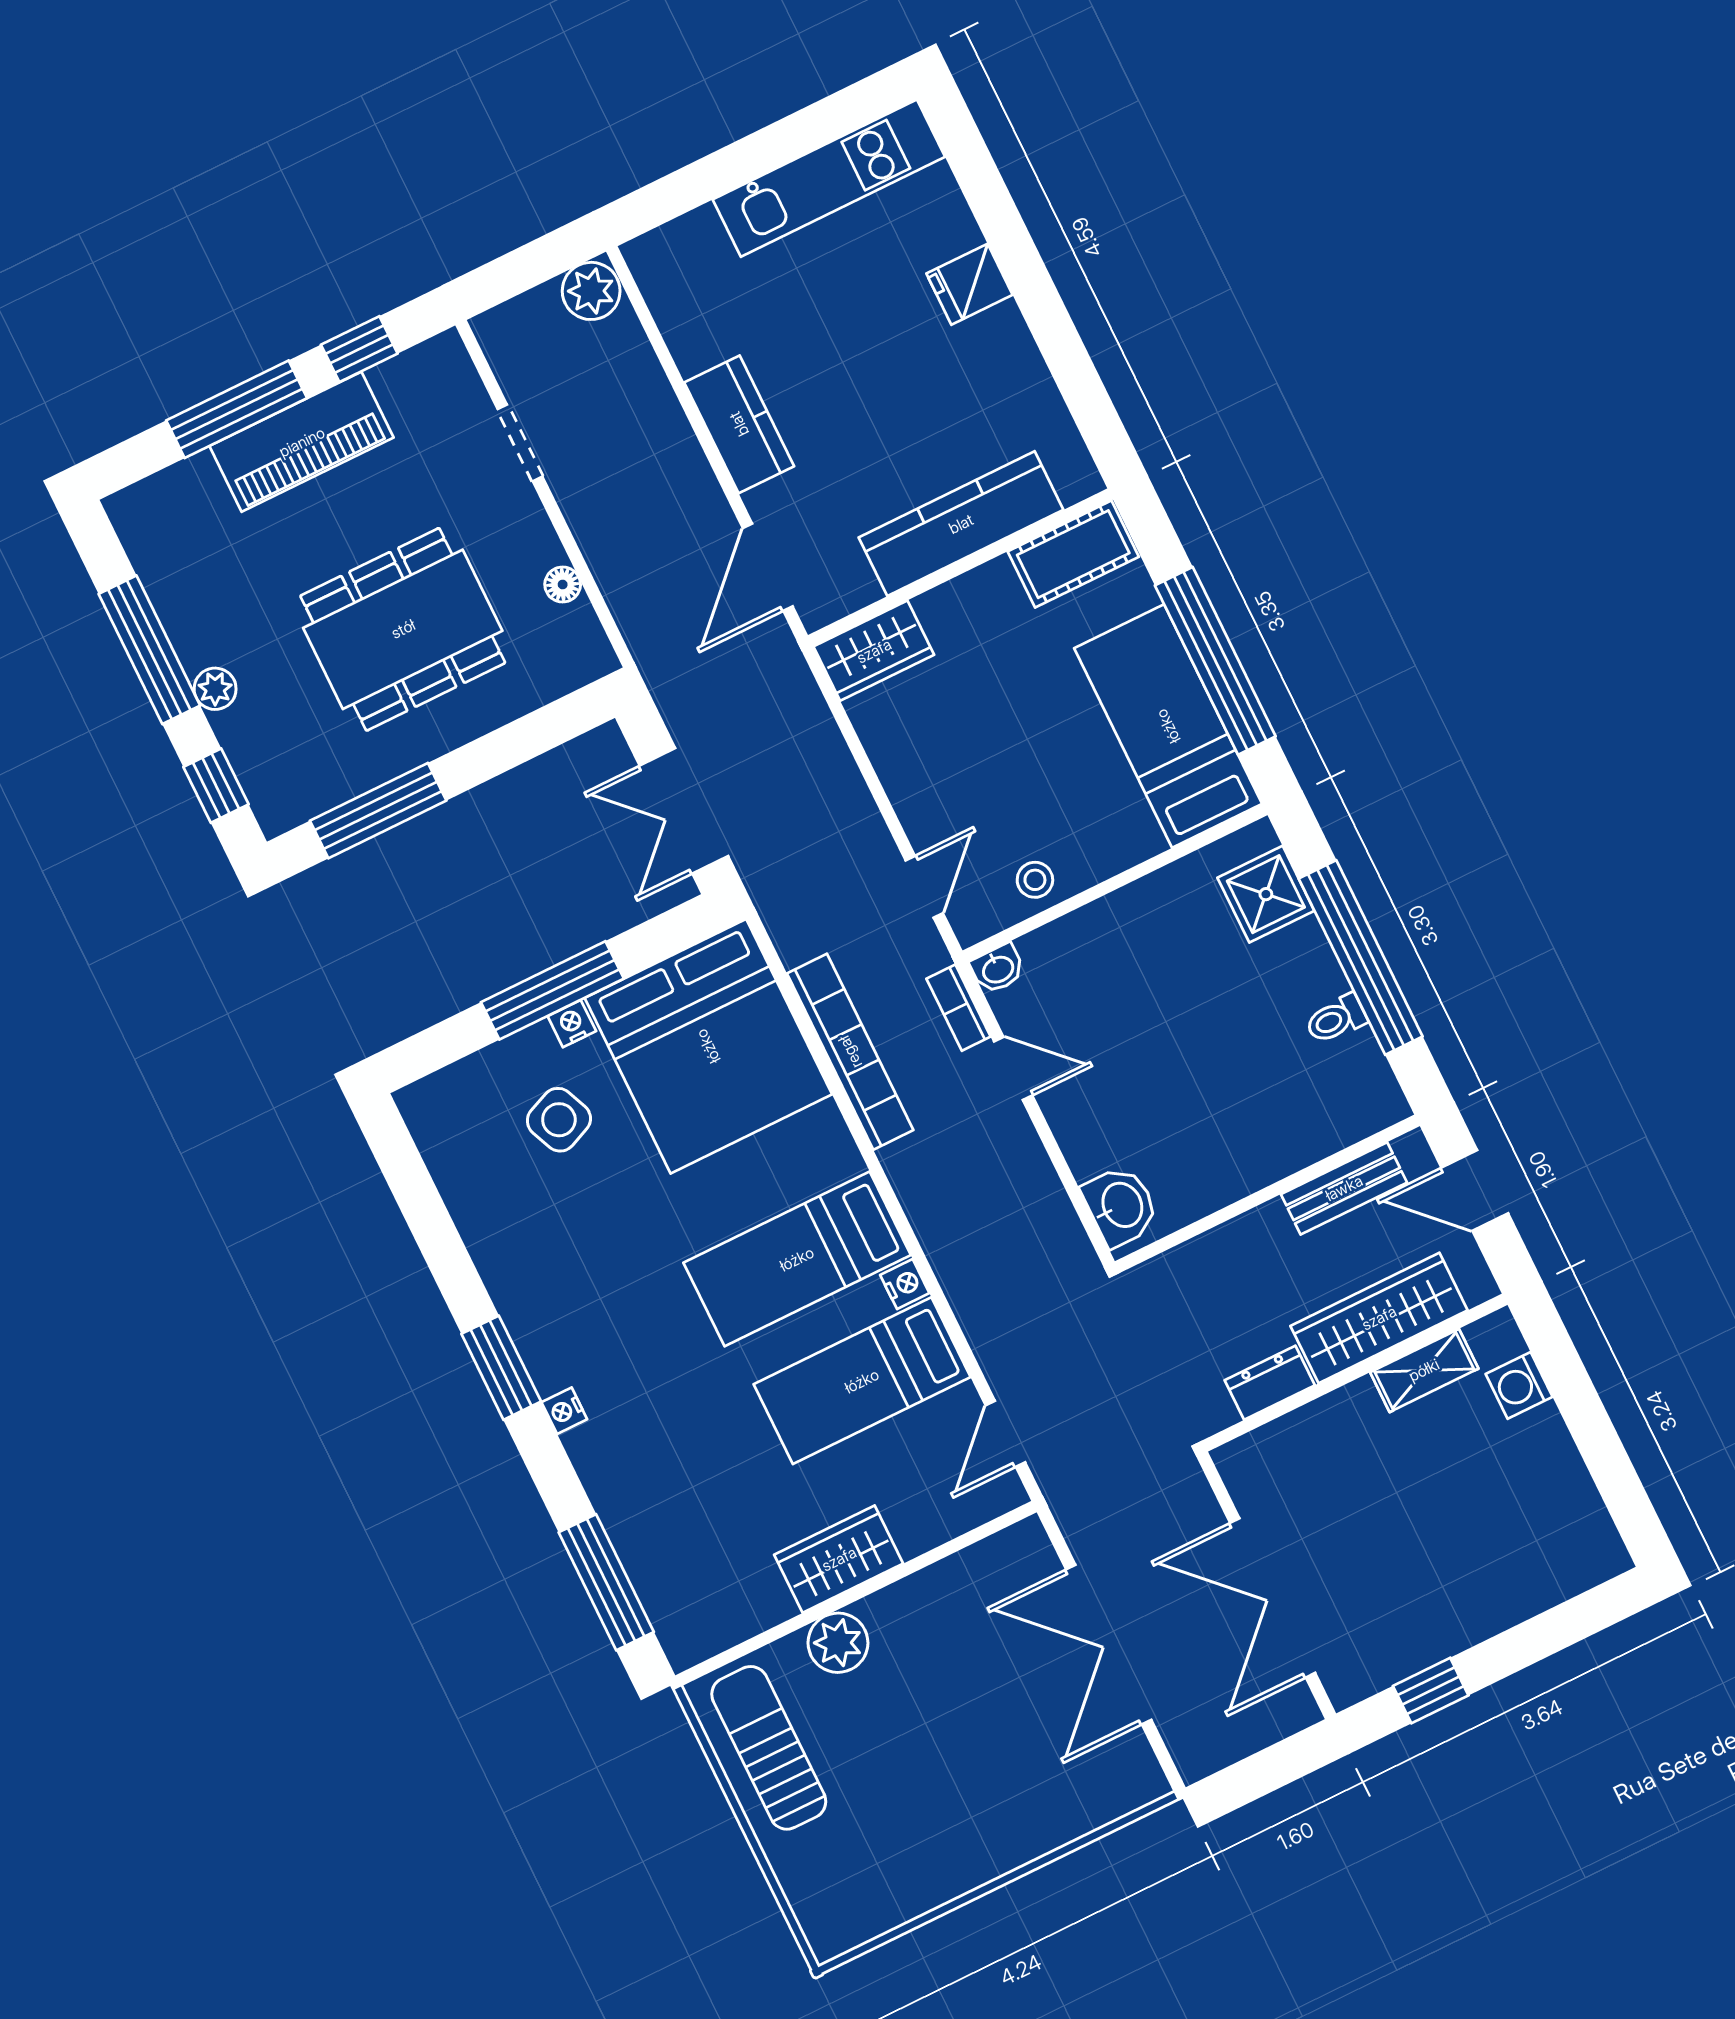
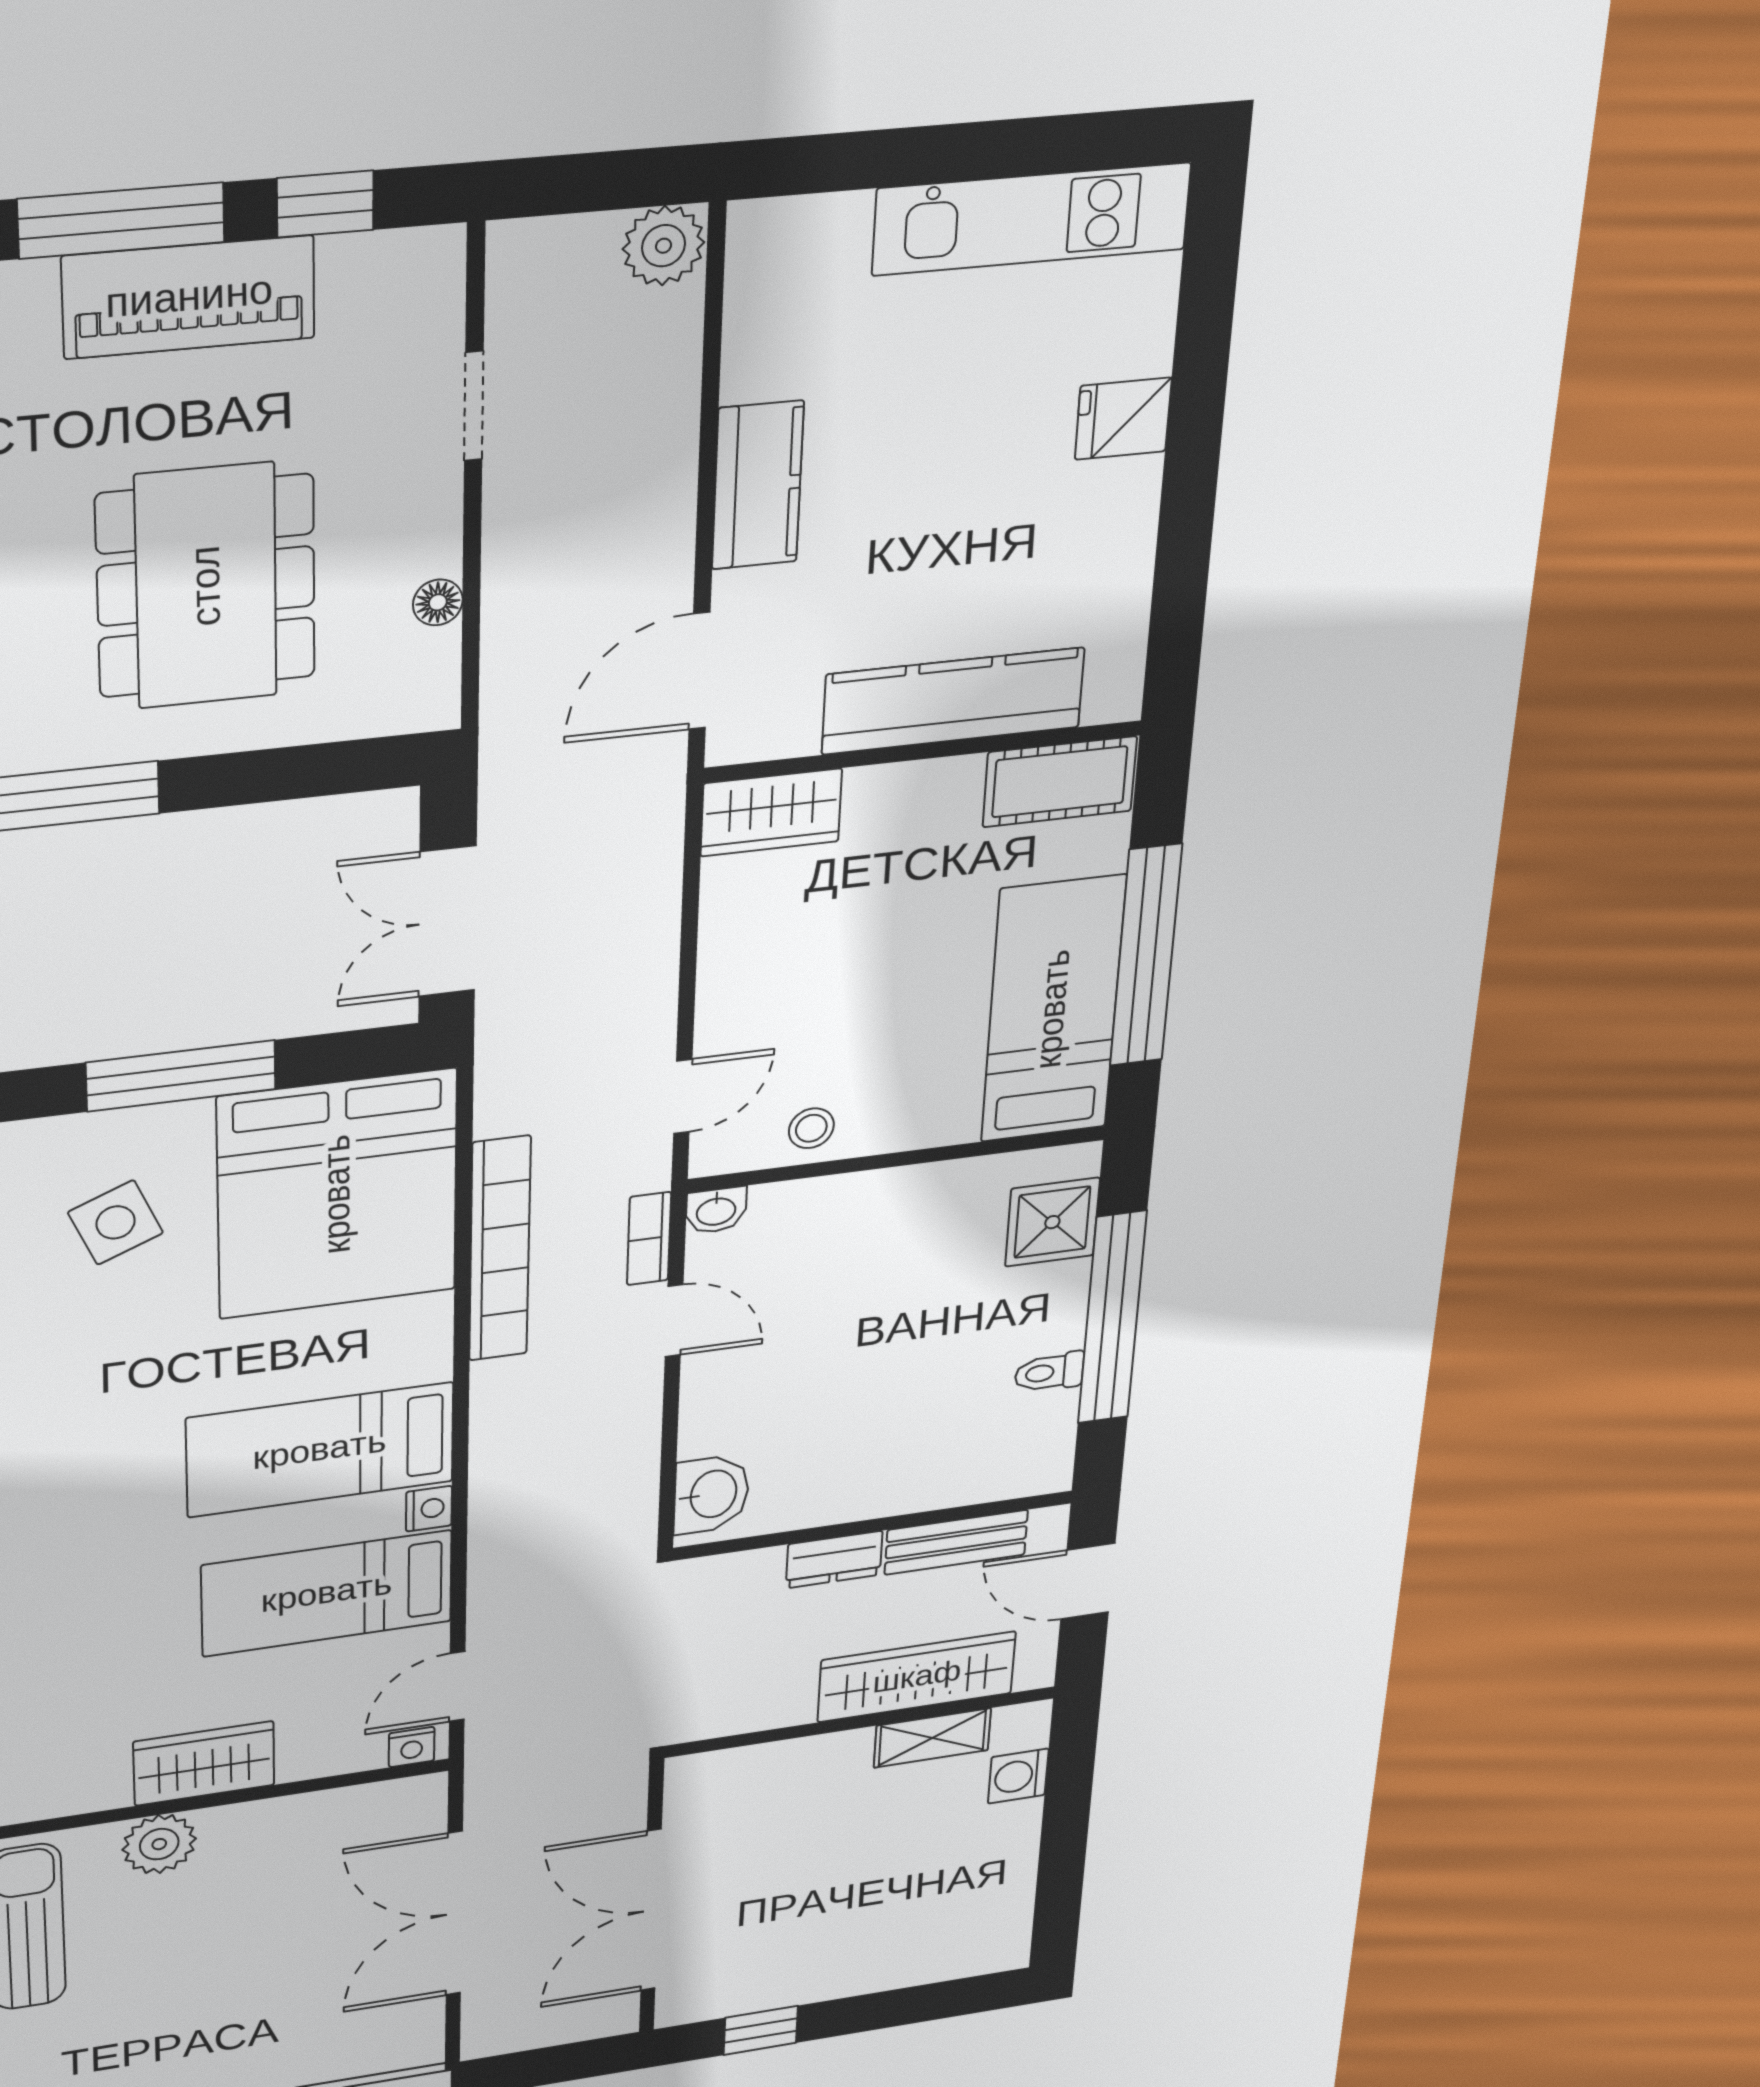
dining table: (403, 629) -> (206, 586), turned 90
nightstand: (572, 1024) -> (412, 1747), moved, turned 180
dresser: (1270, 1383) -> (834, 1560), moved, turned 180

